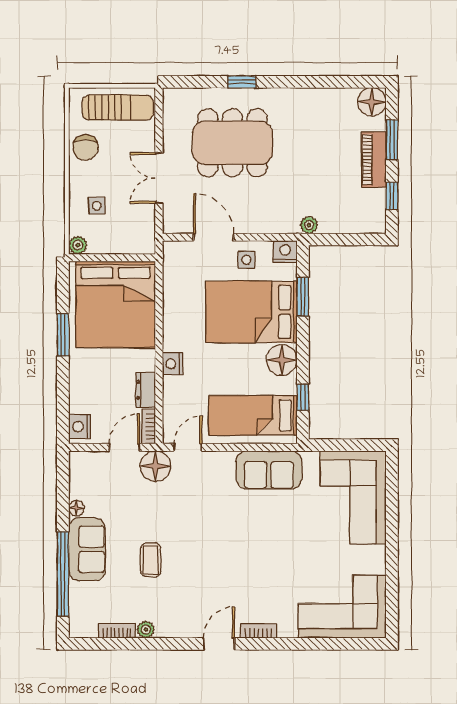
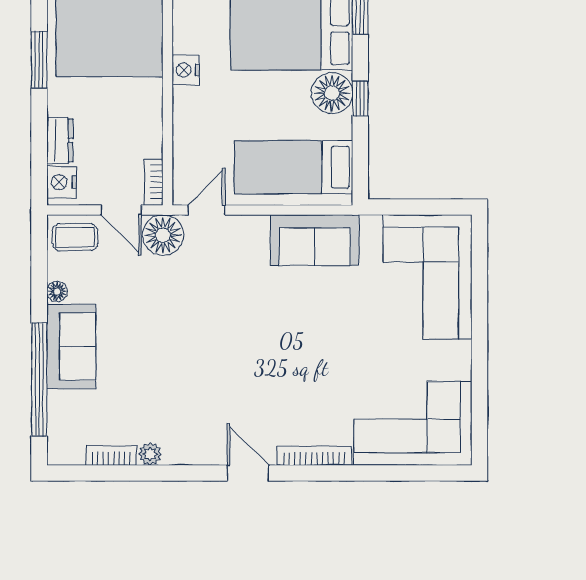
nightstand: (172, 364) -> (186, 70), moved
dresser: (146, 390) -> (60, 140), moved, turned 180
window: (303, 397) -> (360, 99), moved
door: (124, 447) -> (121, 210), swing flipped
coffee table: (151, 560) -> (75, 237), moved, turned 90
bookcase: (258, 631) -> (314, 456), width x1.56
door: (219, 644) -> (248, 473), hinge flipped

